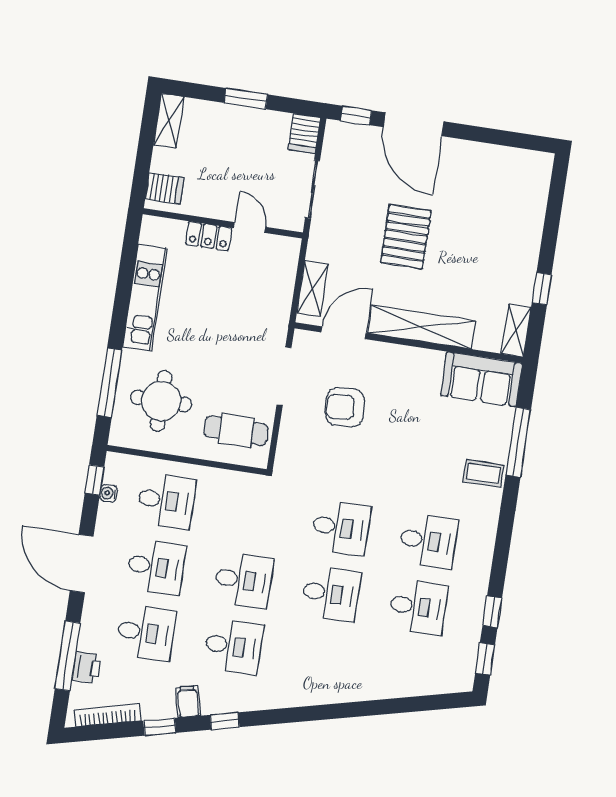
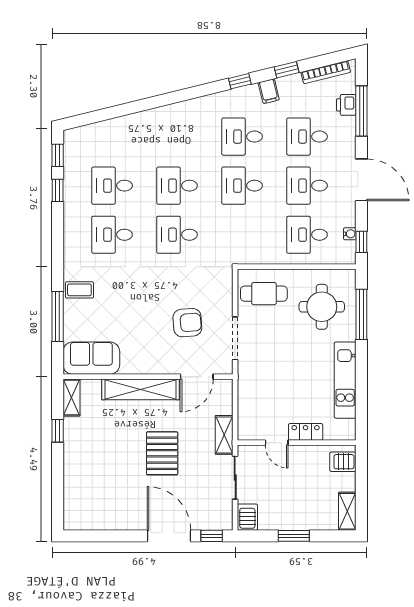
shelving: (312, 289) -> (224, 435), moved

